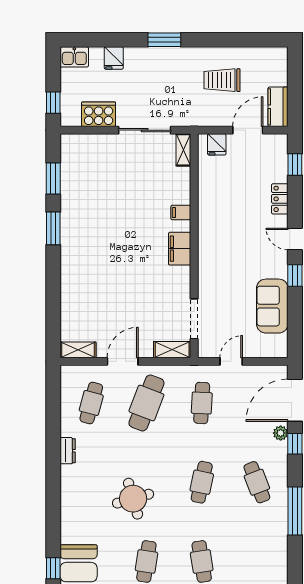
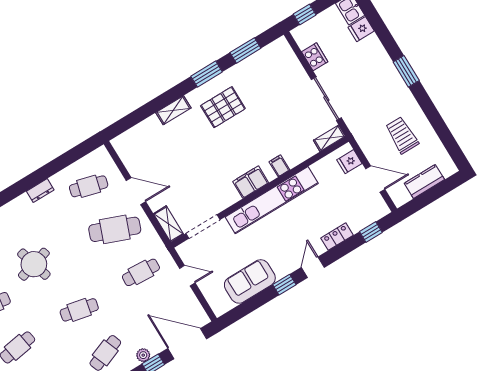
fridge: (114, 58) -> (361, 29), moved
kitchen counter: (278, 107) -> (424, 181), moved
cooker: (99, 114) -> (315, 57), width x0.73, depth x0.76
pallet: (94, 232) -> (223, 107), added
kitchen unit: (209, 239) -> (272, 200), added
shelving: (78, 350) -> (173, 110), moved, turned 90
plant: (281, 433) -> (143, 355), moved

